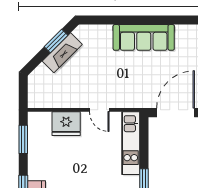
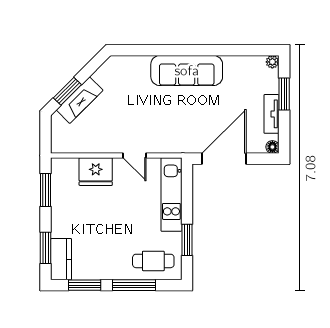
window: (56, 41) -> (67, 91), moved
fireplace: (62, 53) -> (80, 100), moved

